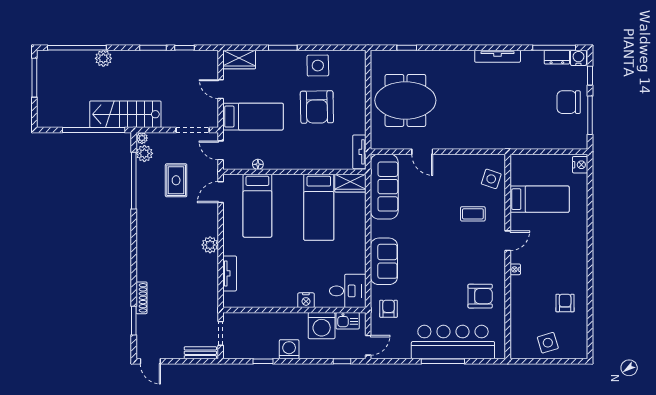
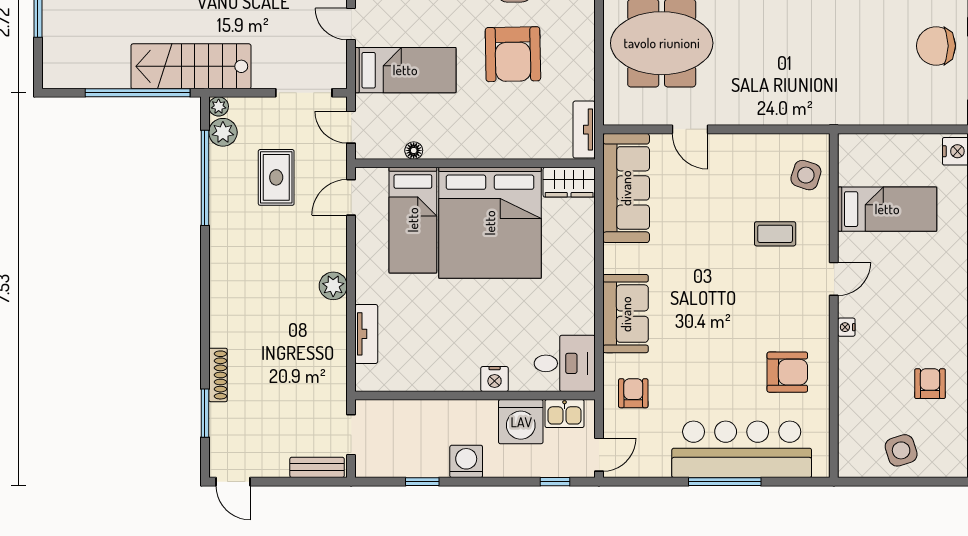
bed: (319, 207) -> (490, 223), width x2.04

